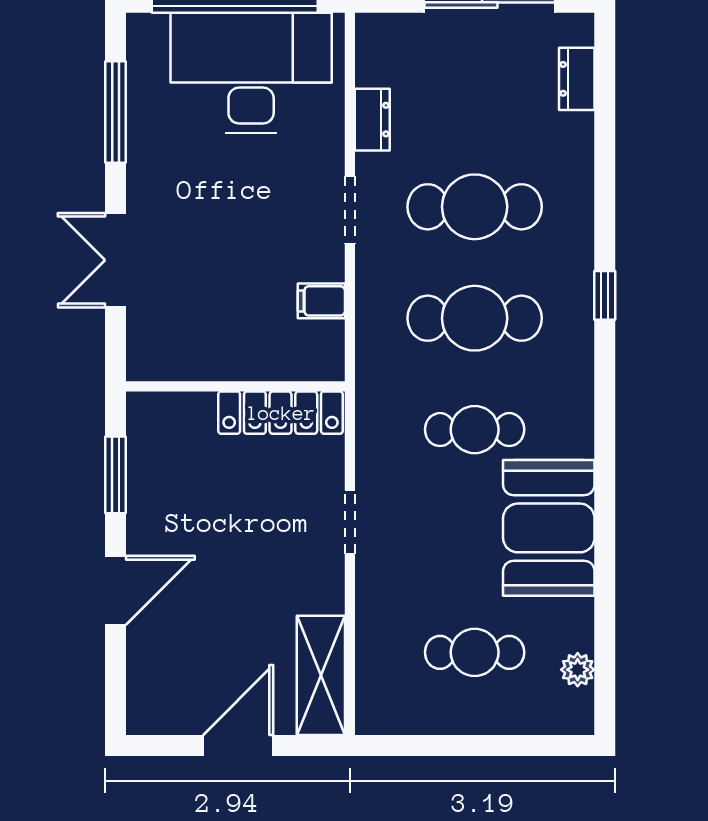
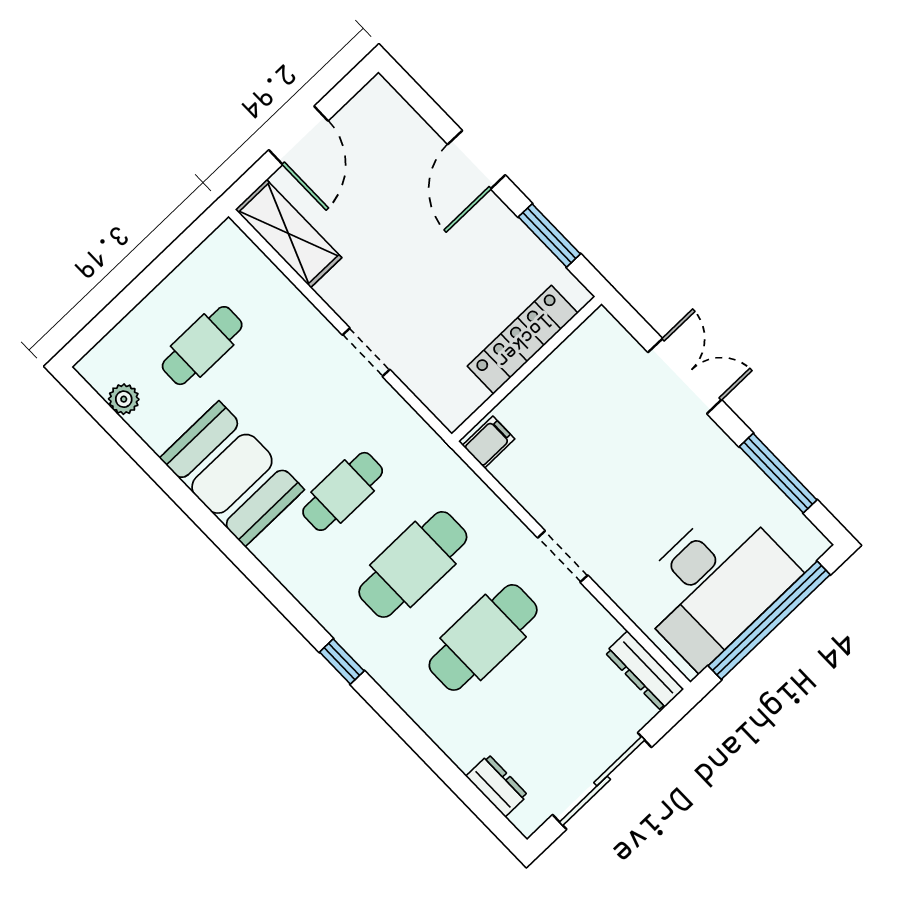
dresser: (372, 120) -> (644, 671), moved, width x1.44
filing cabinet: (321, 301) -> (489, 442), moved
locker: (281, 413) -> (523, 340), moved

